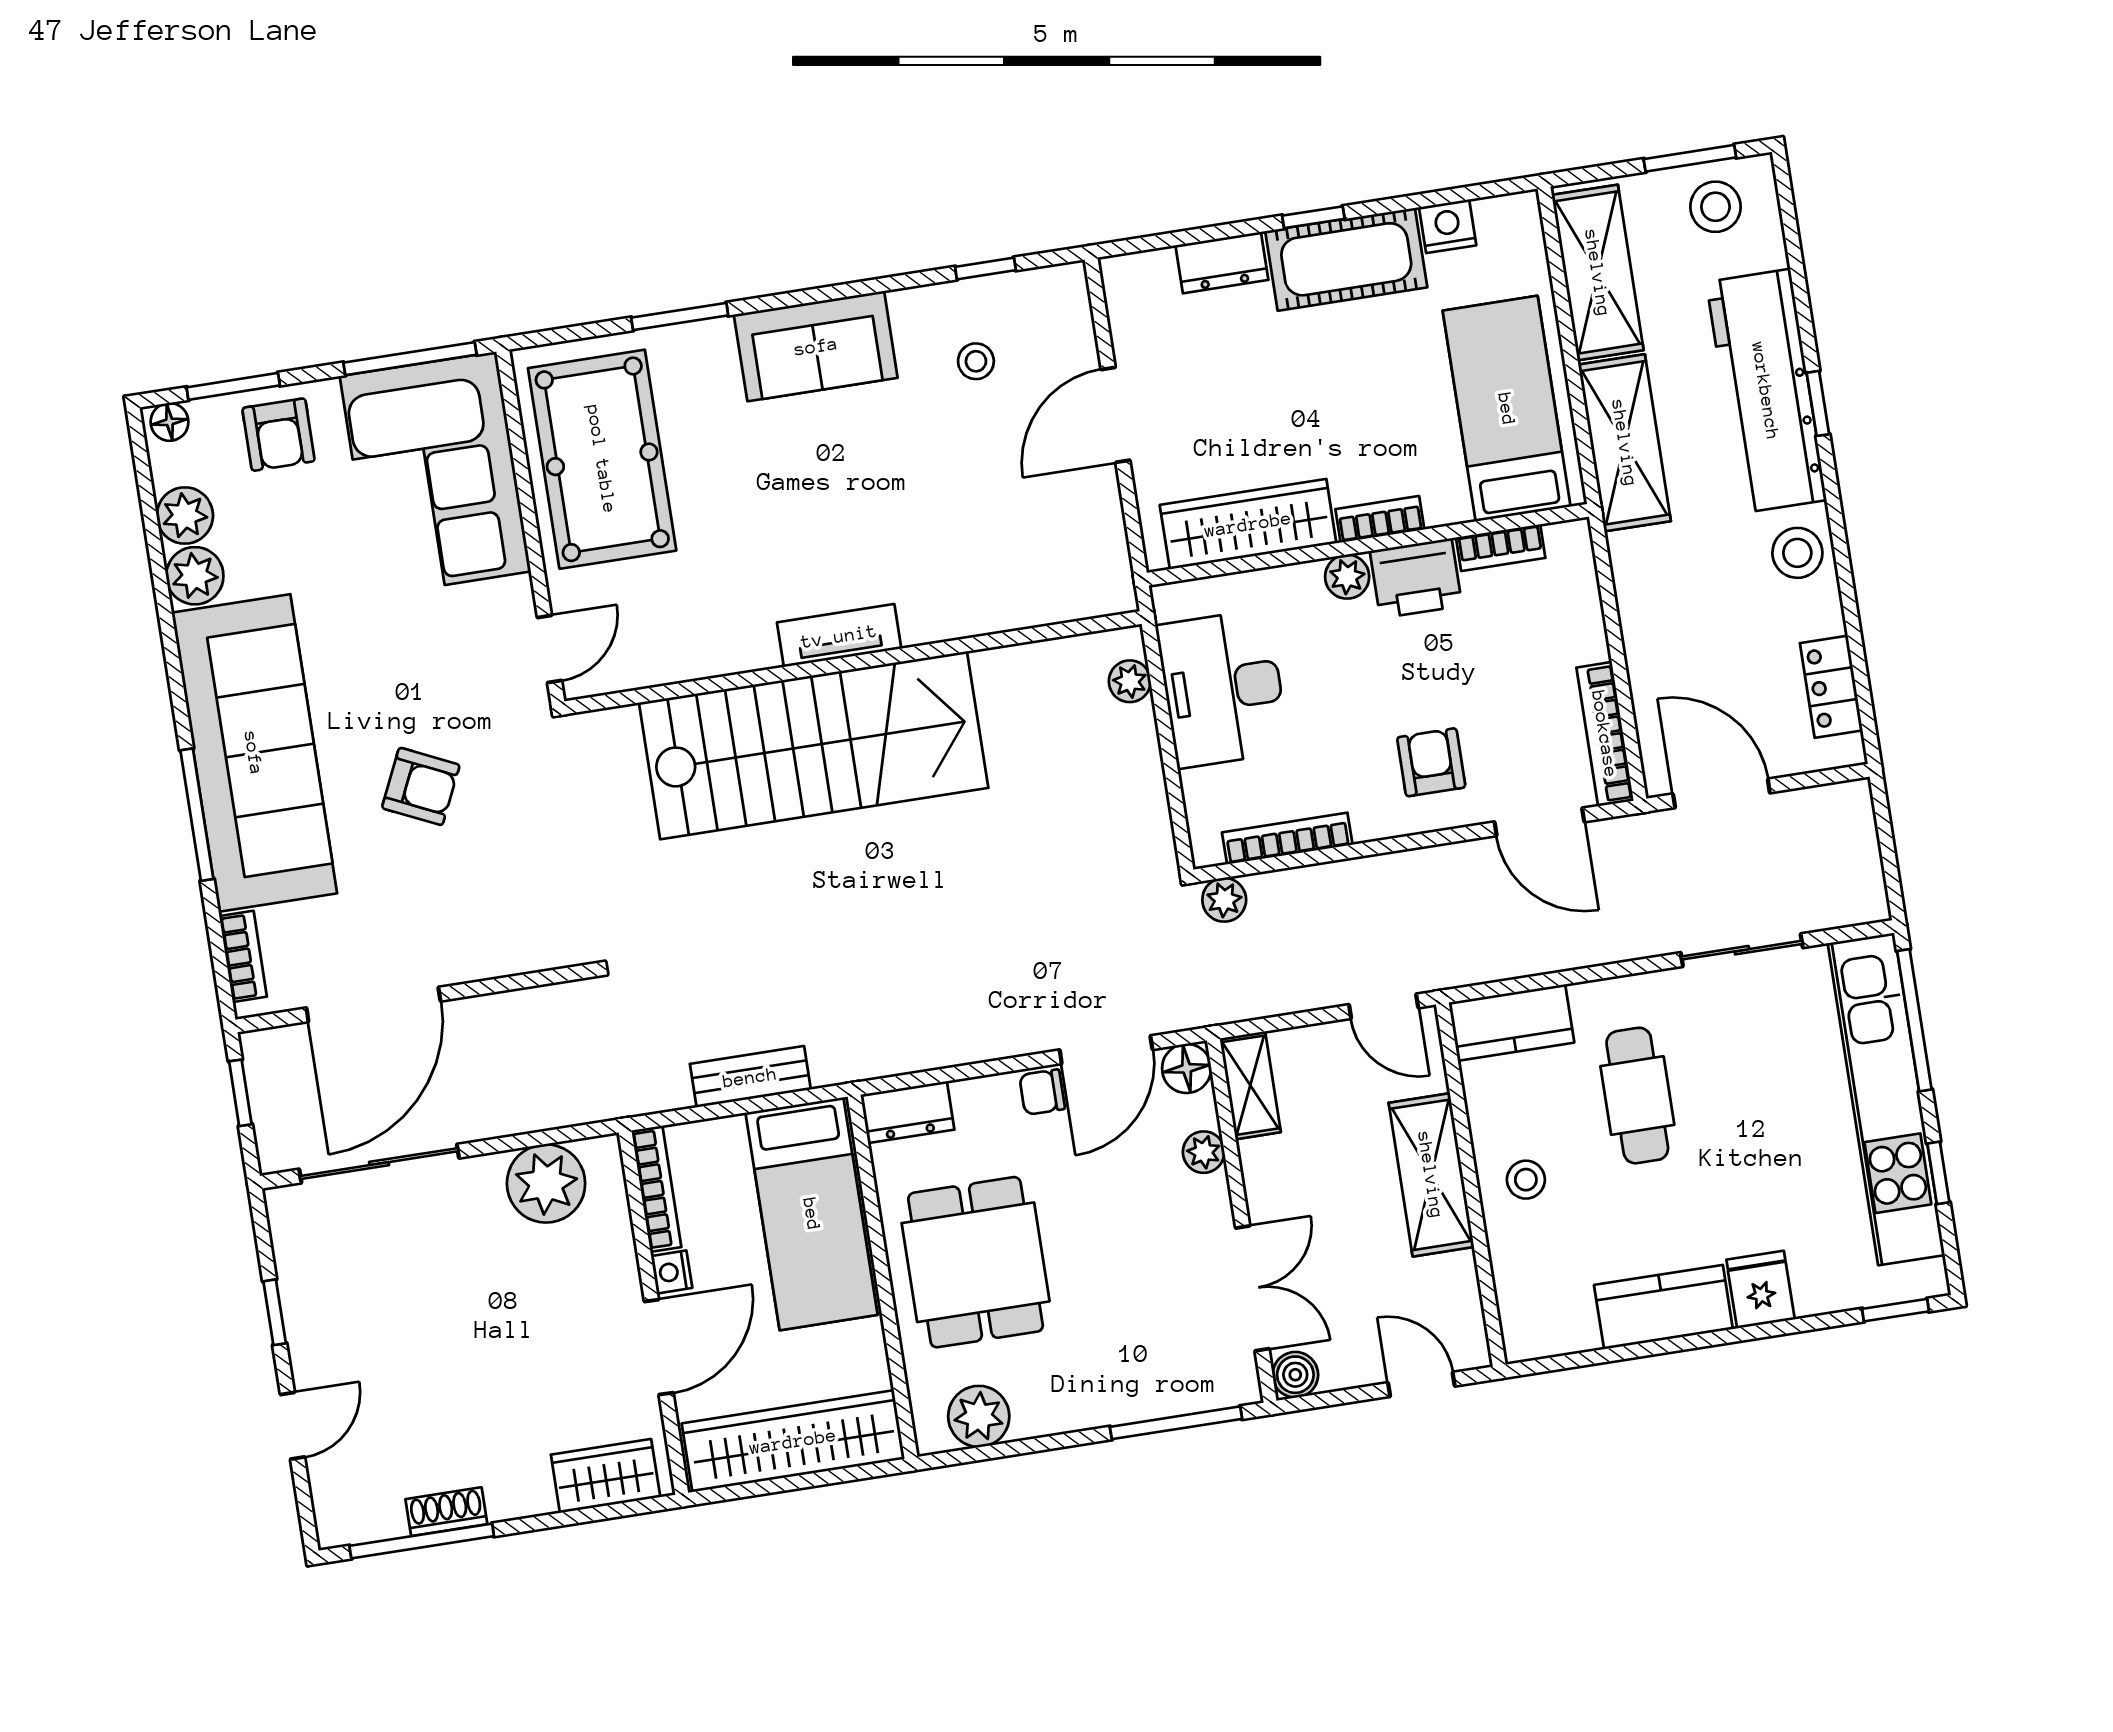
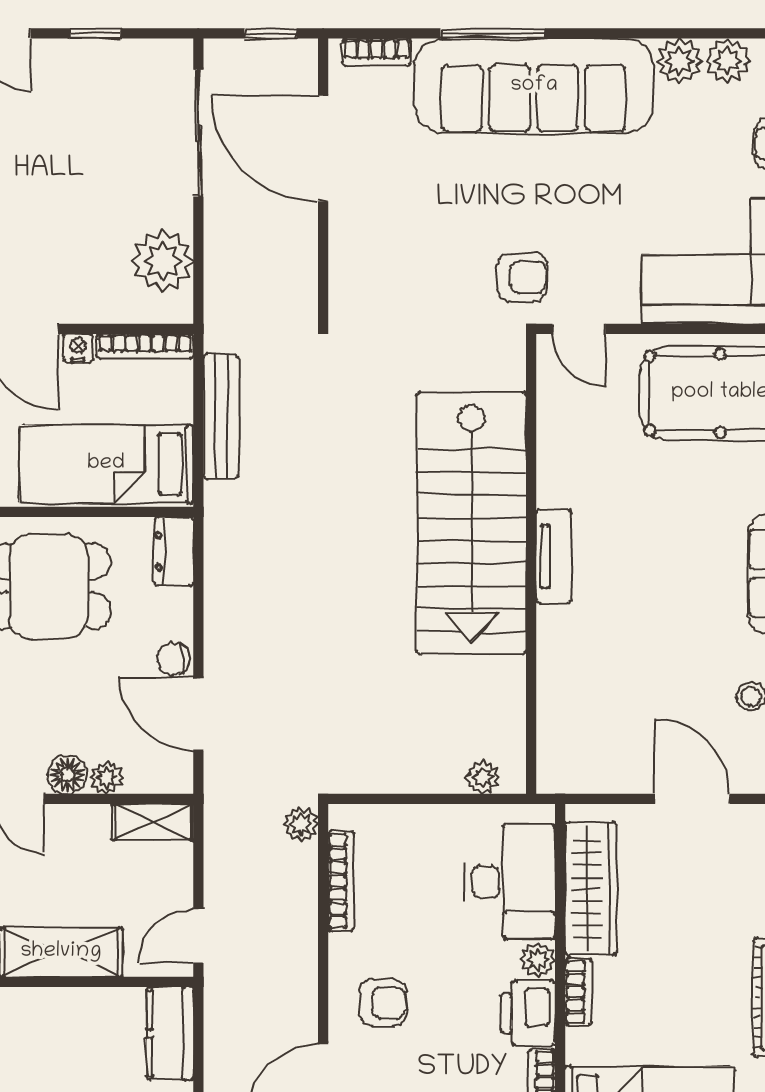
desk: (1223, 689) -> (510, 881), moved, turned 90
armchair: (421, 786) -> (522, 277), moved, turned -115
floor lamp: (1187, 1068) -> (68, 774), moved
bench: (750, 1077) -> (221, 417), width x1.36
chair: (1042, 1092) -> (173, 659), turned -90
stool: (1526, 1180) -> (46, 1025), removed

